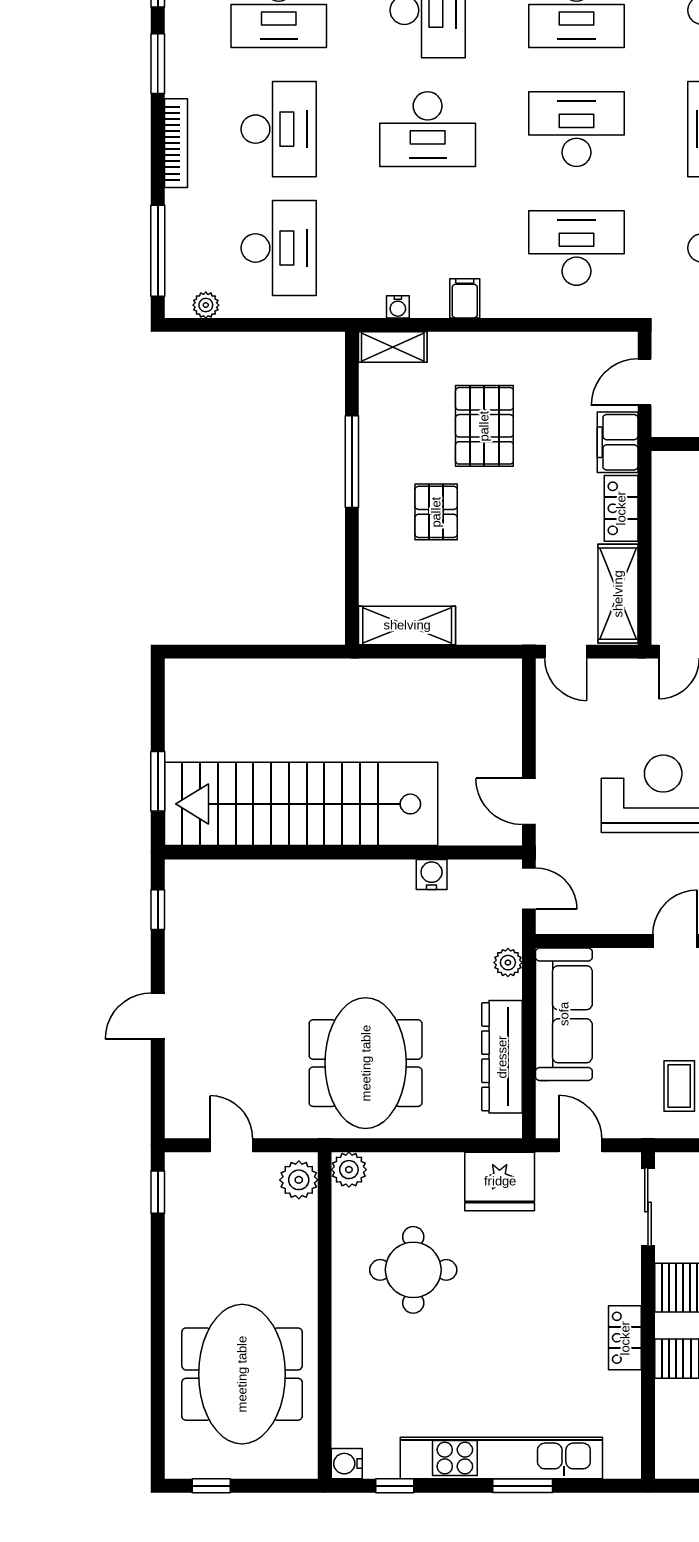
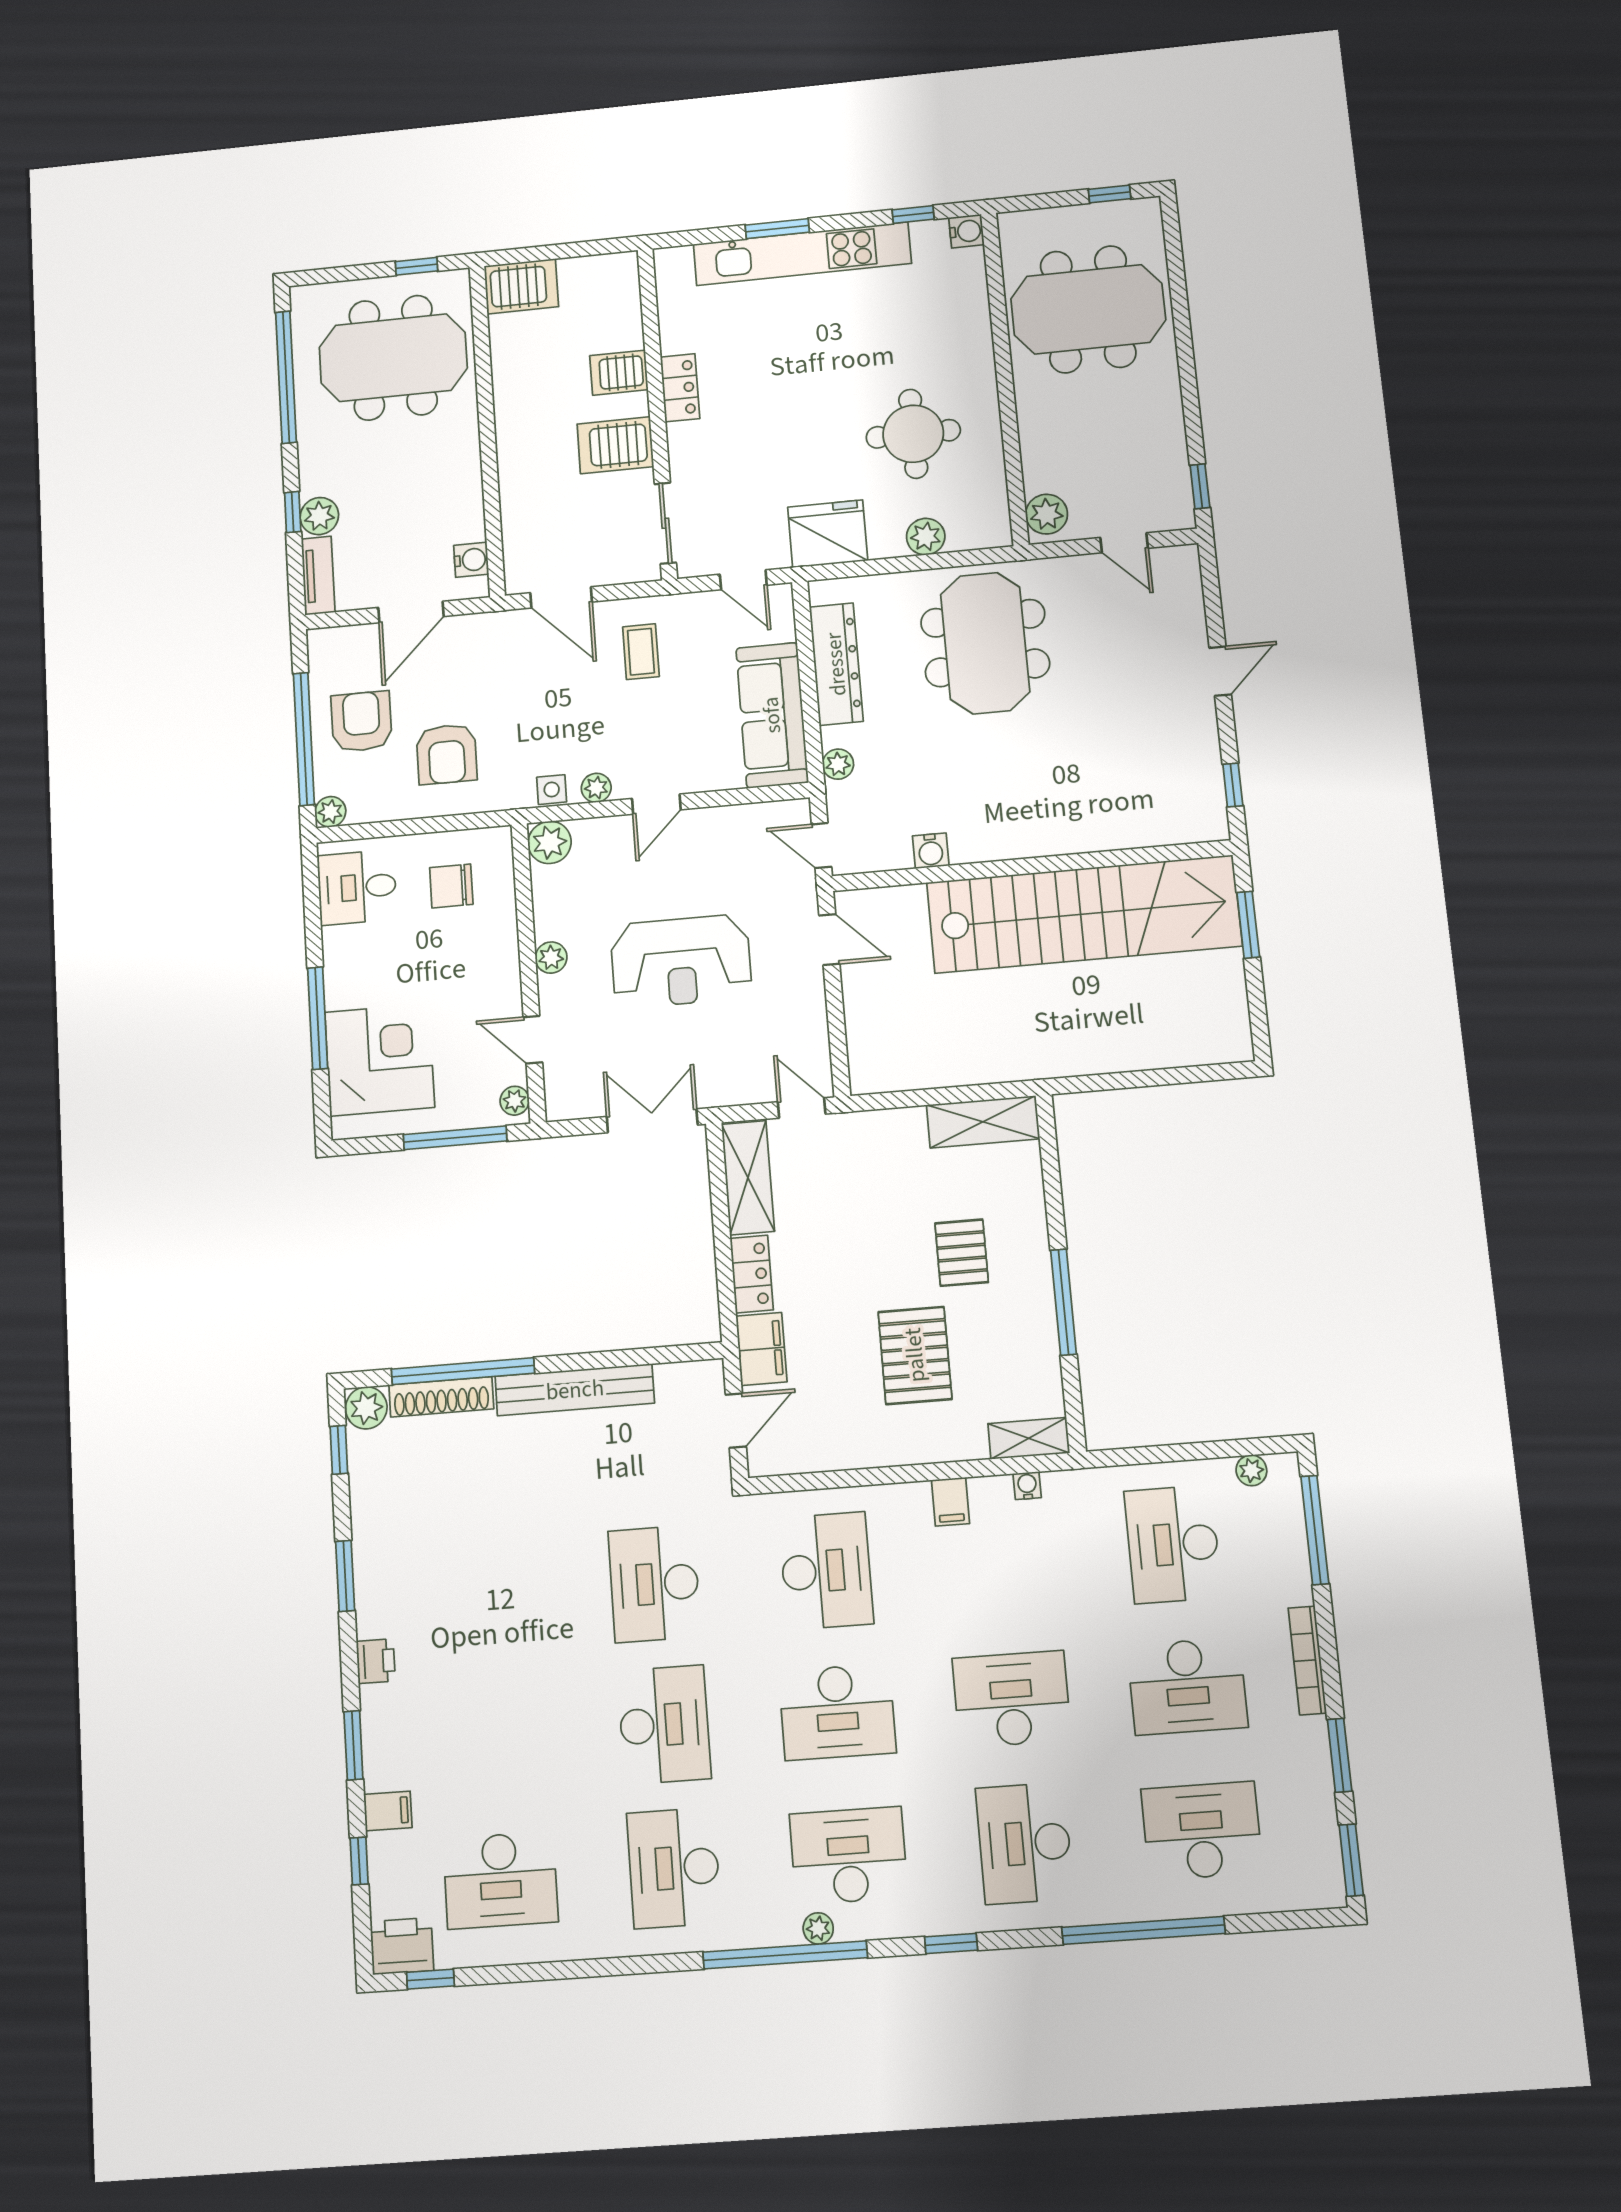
desk: (279, 129) -> (1187, 1686), turned -90
desk: (577, 248) -> (826, 1571), turned -90
plant: (349, 1170) -> (926, 537), moved
meeting table: (242, 1374) -> (1088, 309), turned 90

